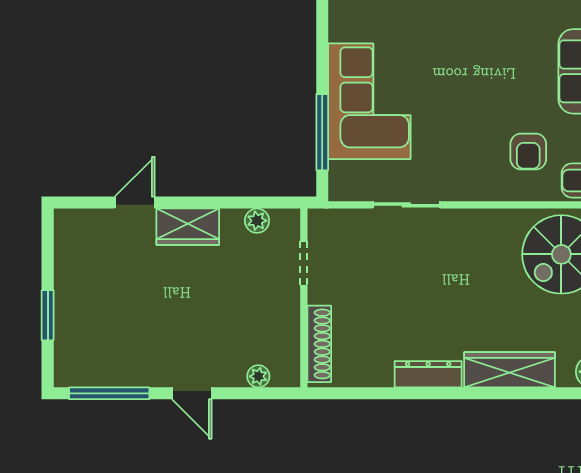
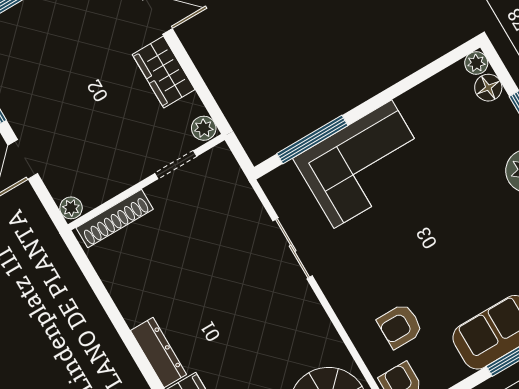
doorway: (304, 263) -> (176, 165), moved
wall: (304, 298) -> (146, 182), moved
shoe rack: (319, 344) -> (115, 219), moved

